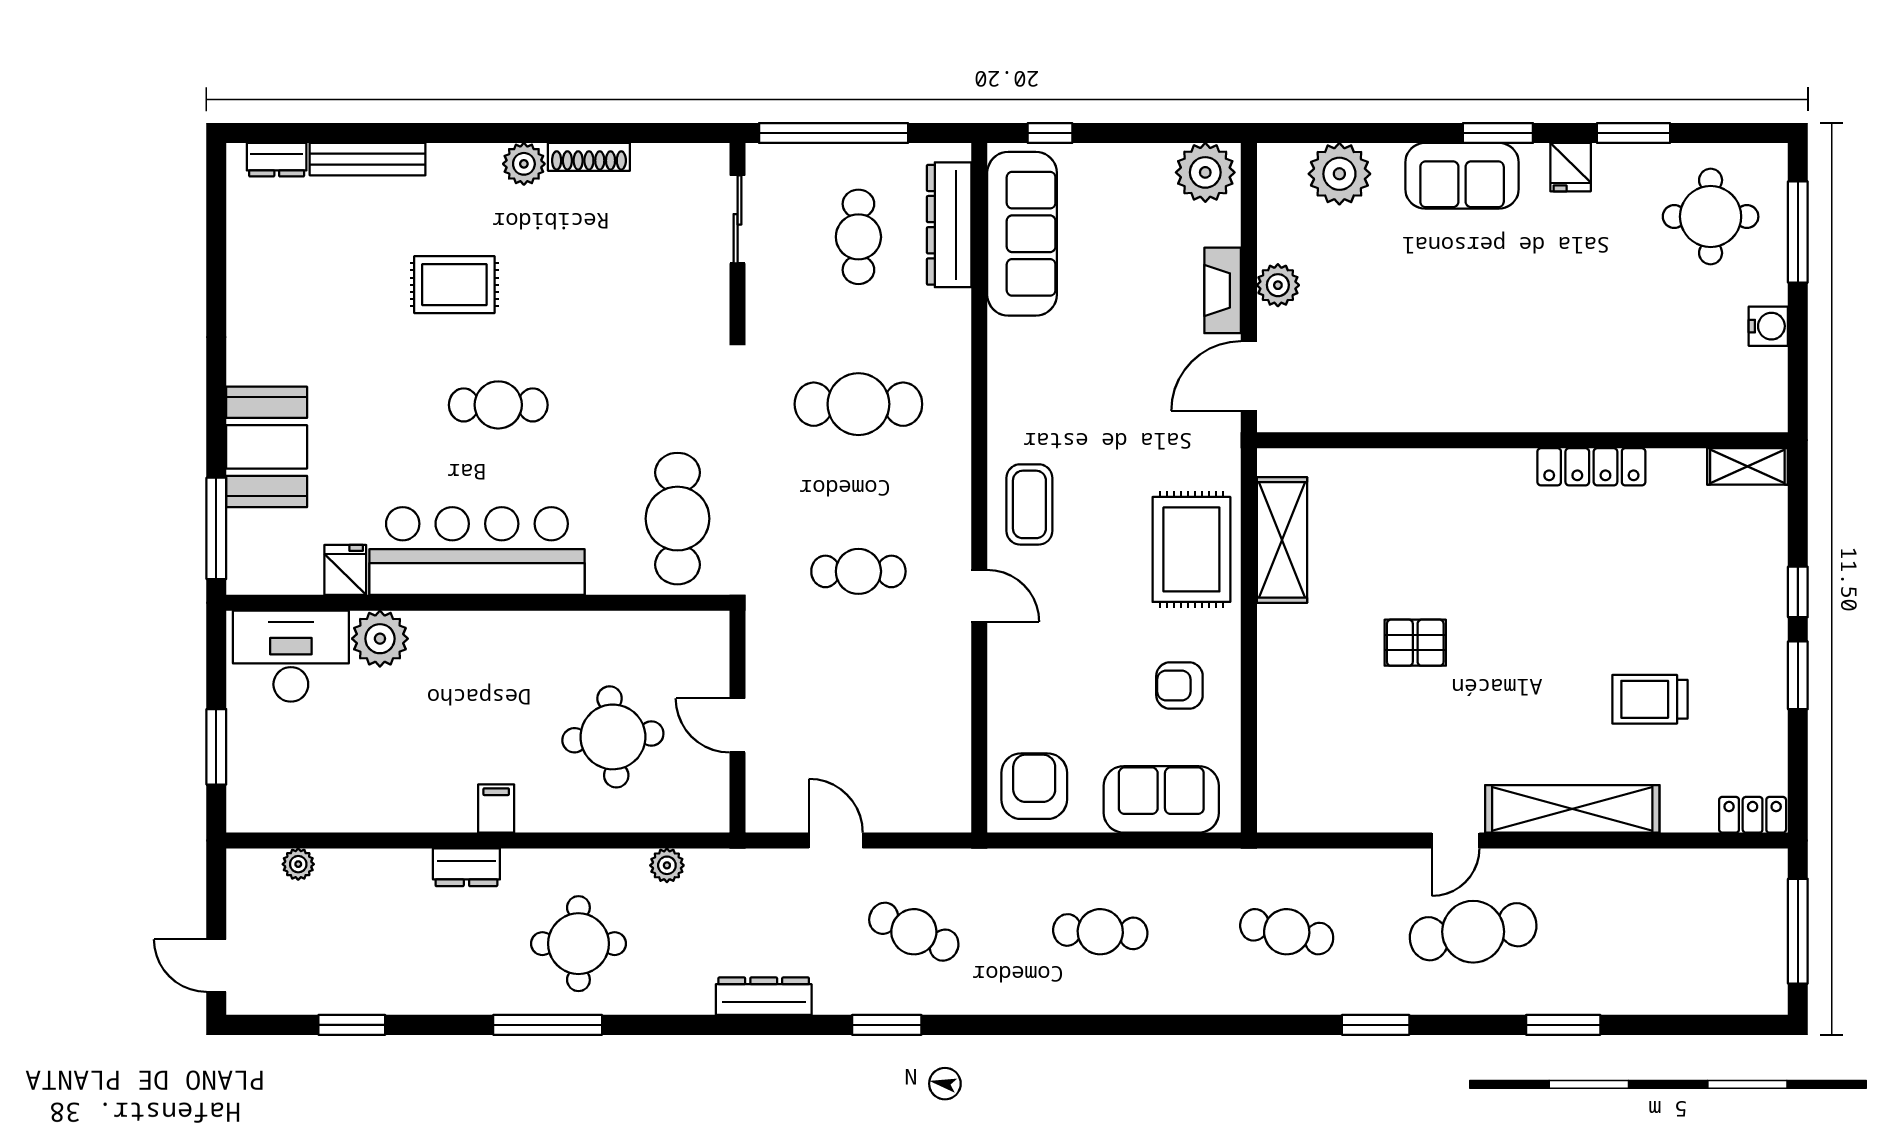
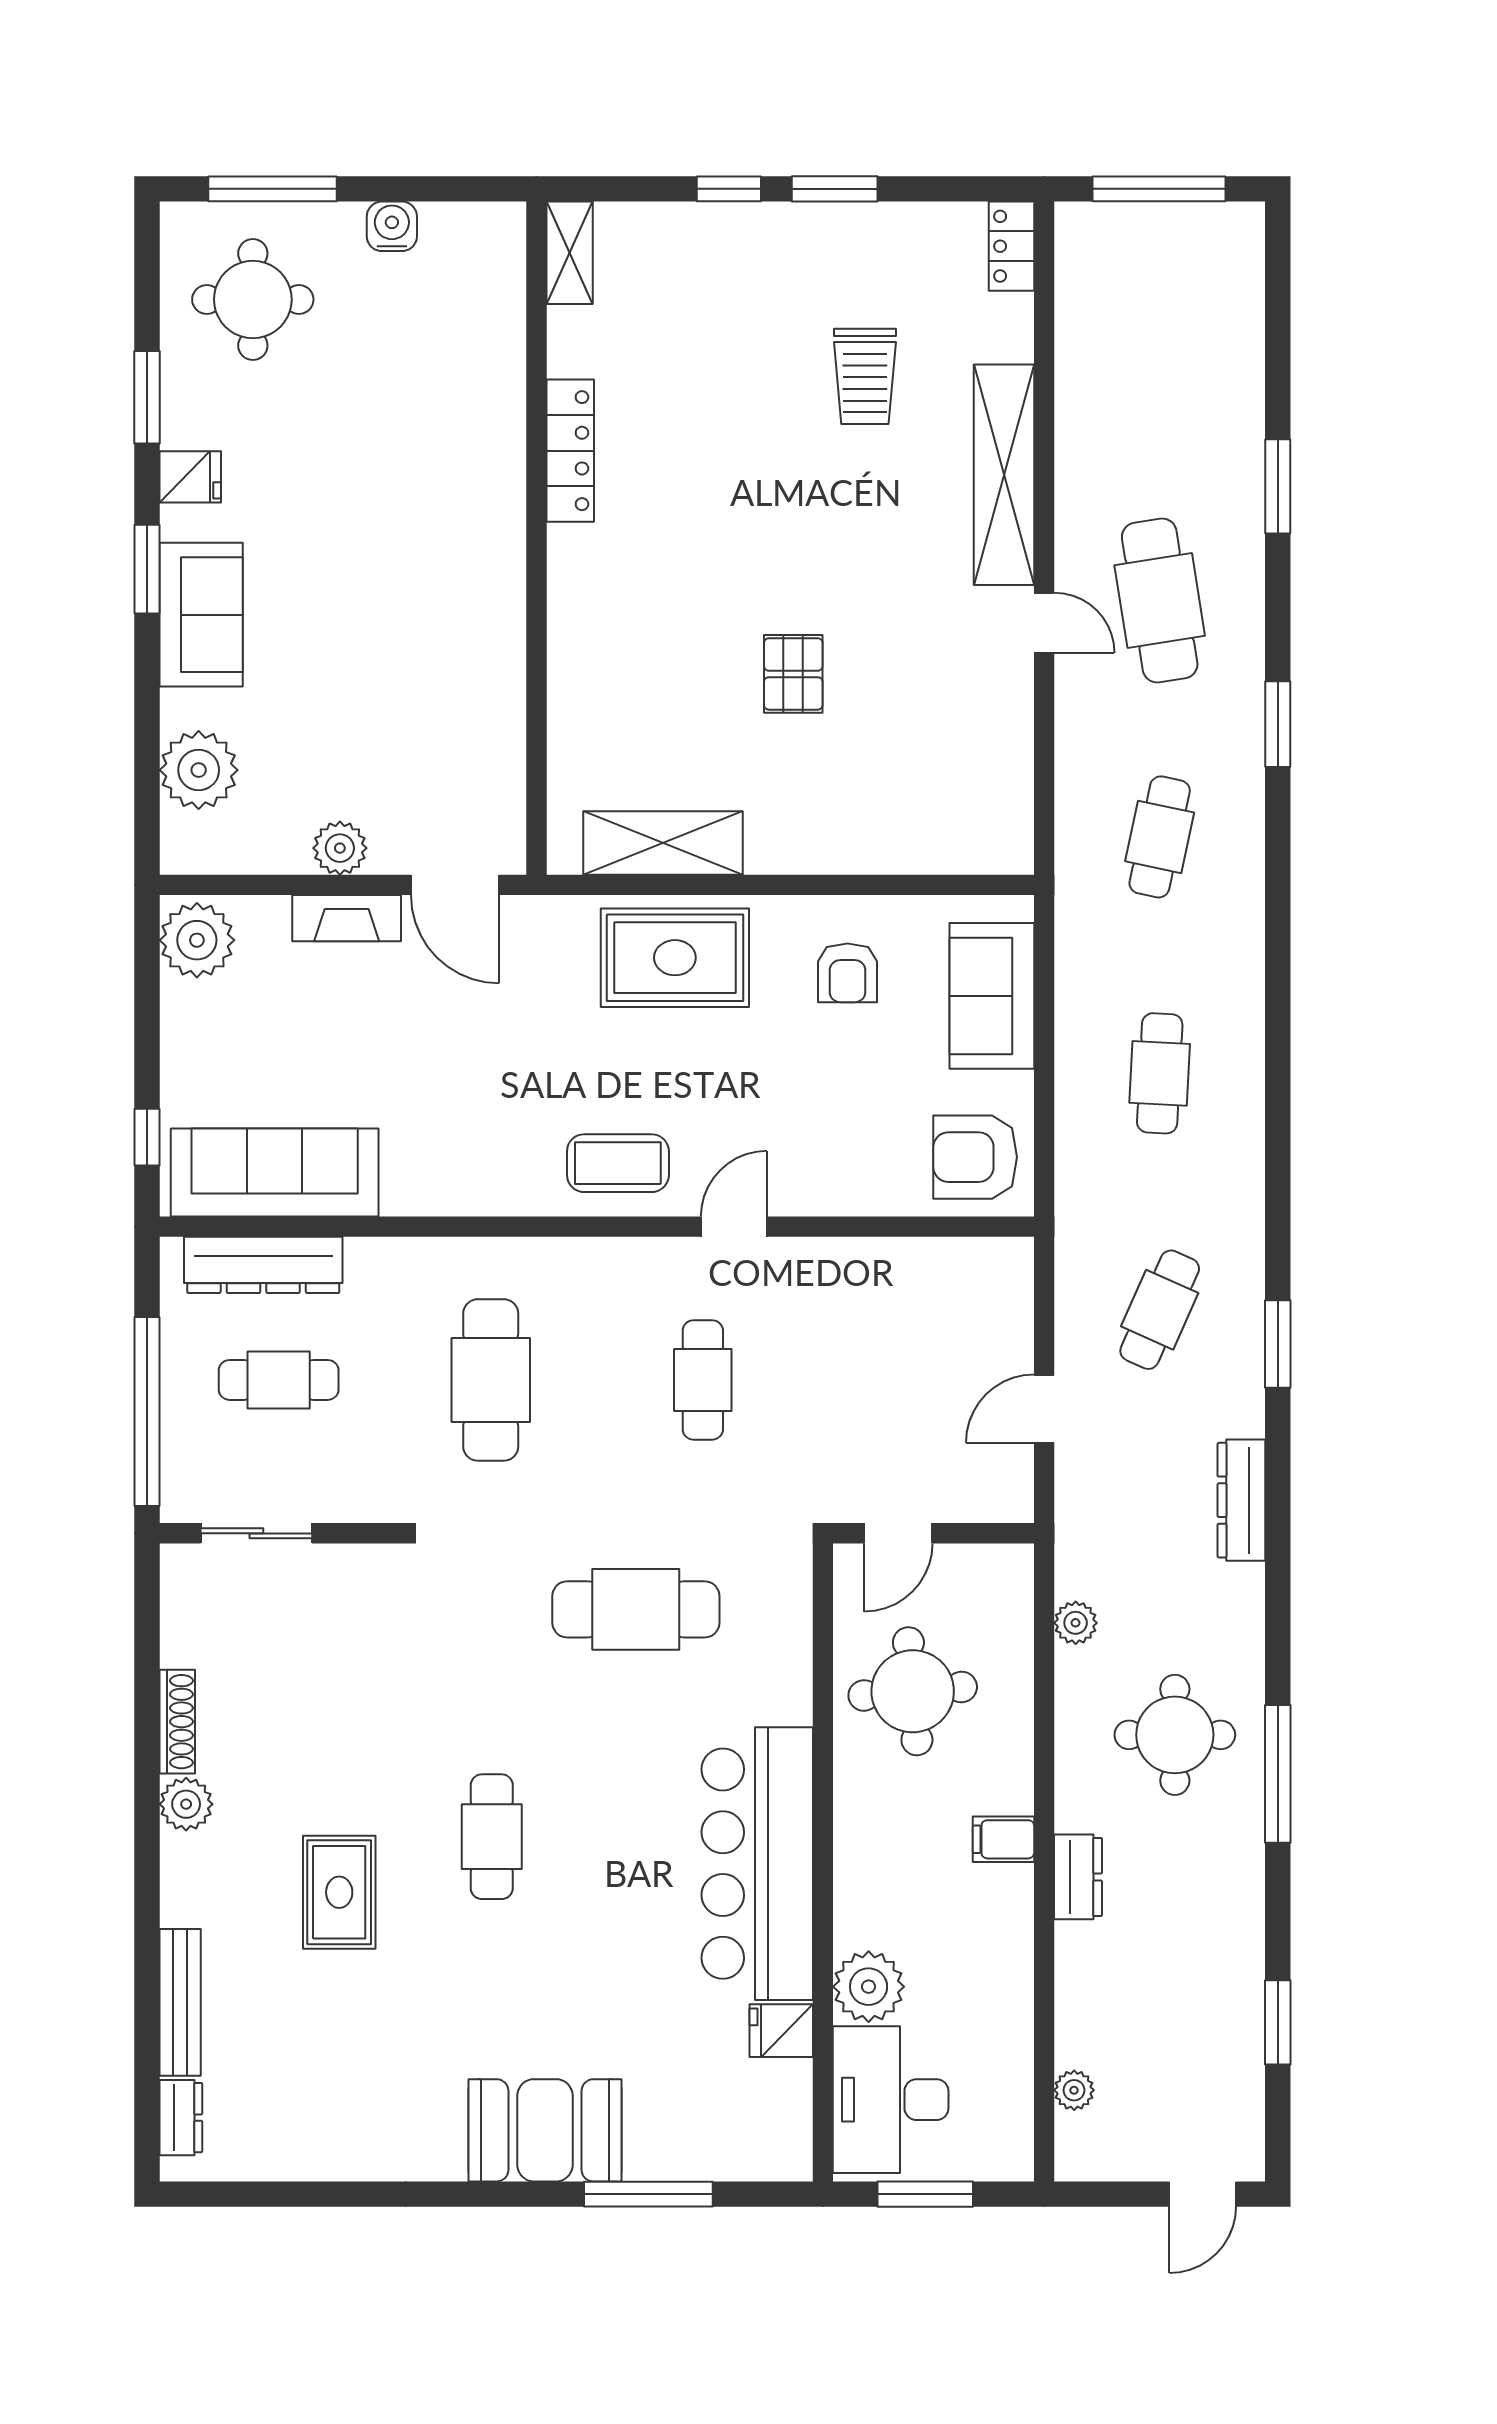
bar counter: (477, 551) -> (757, 1864), moved
fridge: (345, 570) -> (781, 2031), moved
wall: (478, 603) -> (823, 1862), moved
plant: (380, 639) -> (869, 1987), moved
desk: (291, 656) -> (891, 2100), moved

